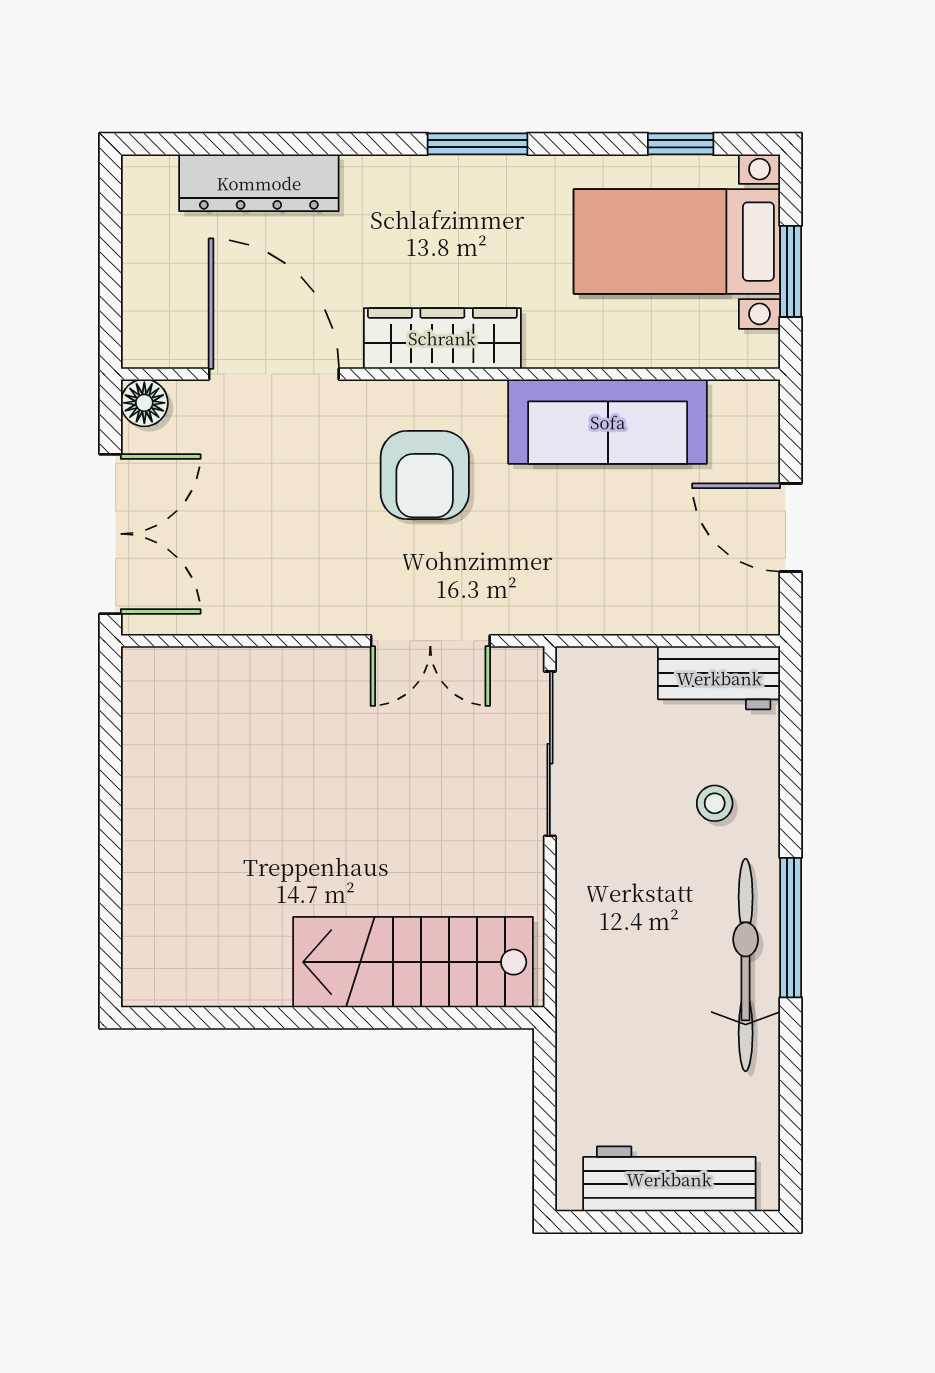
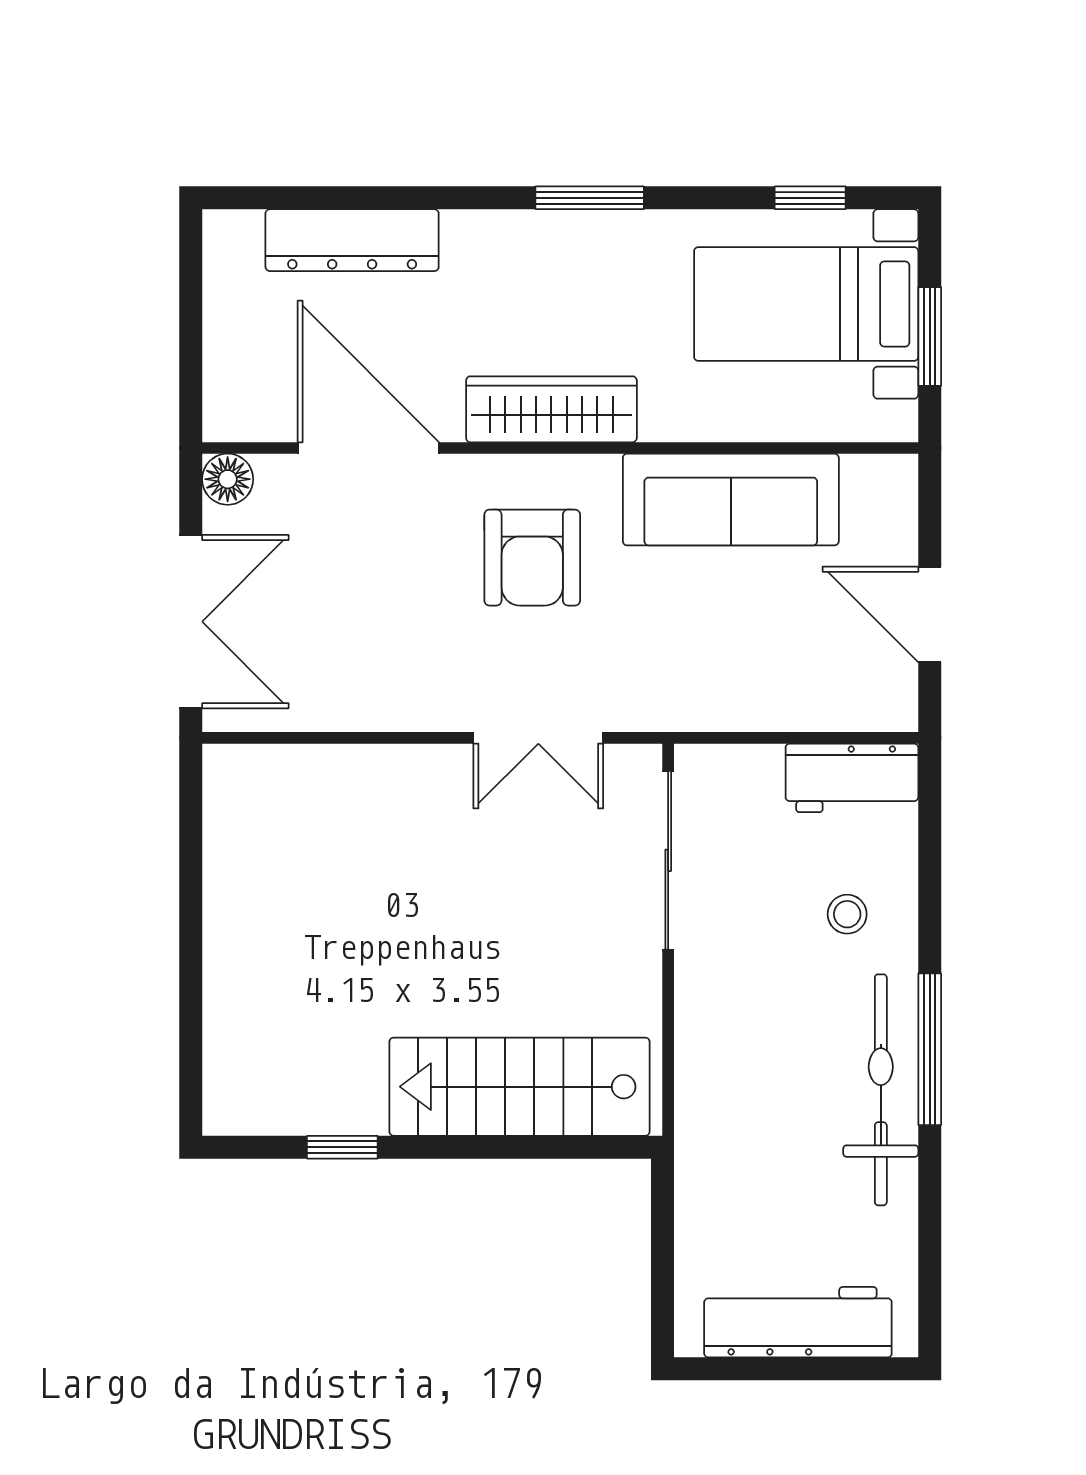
window: (250, 1018) -> (342, 1147), added

